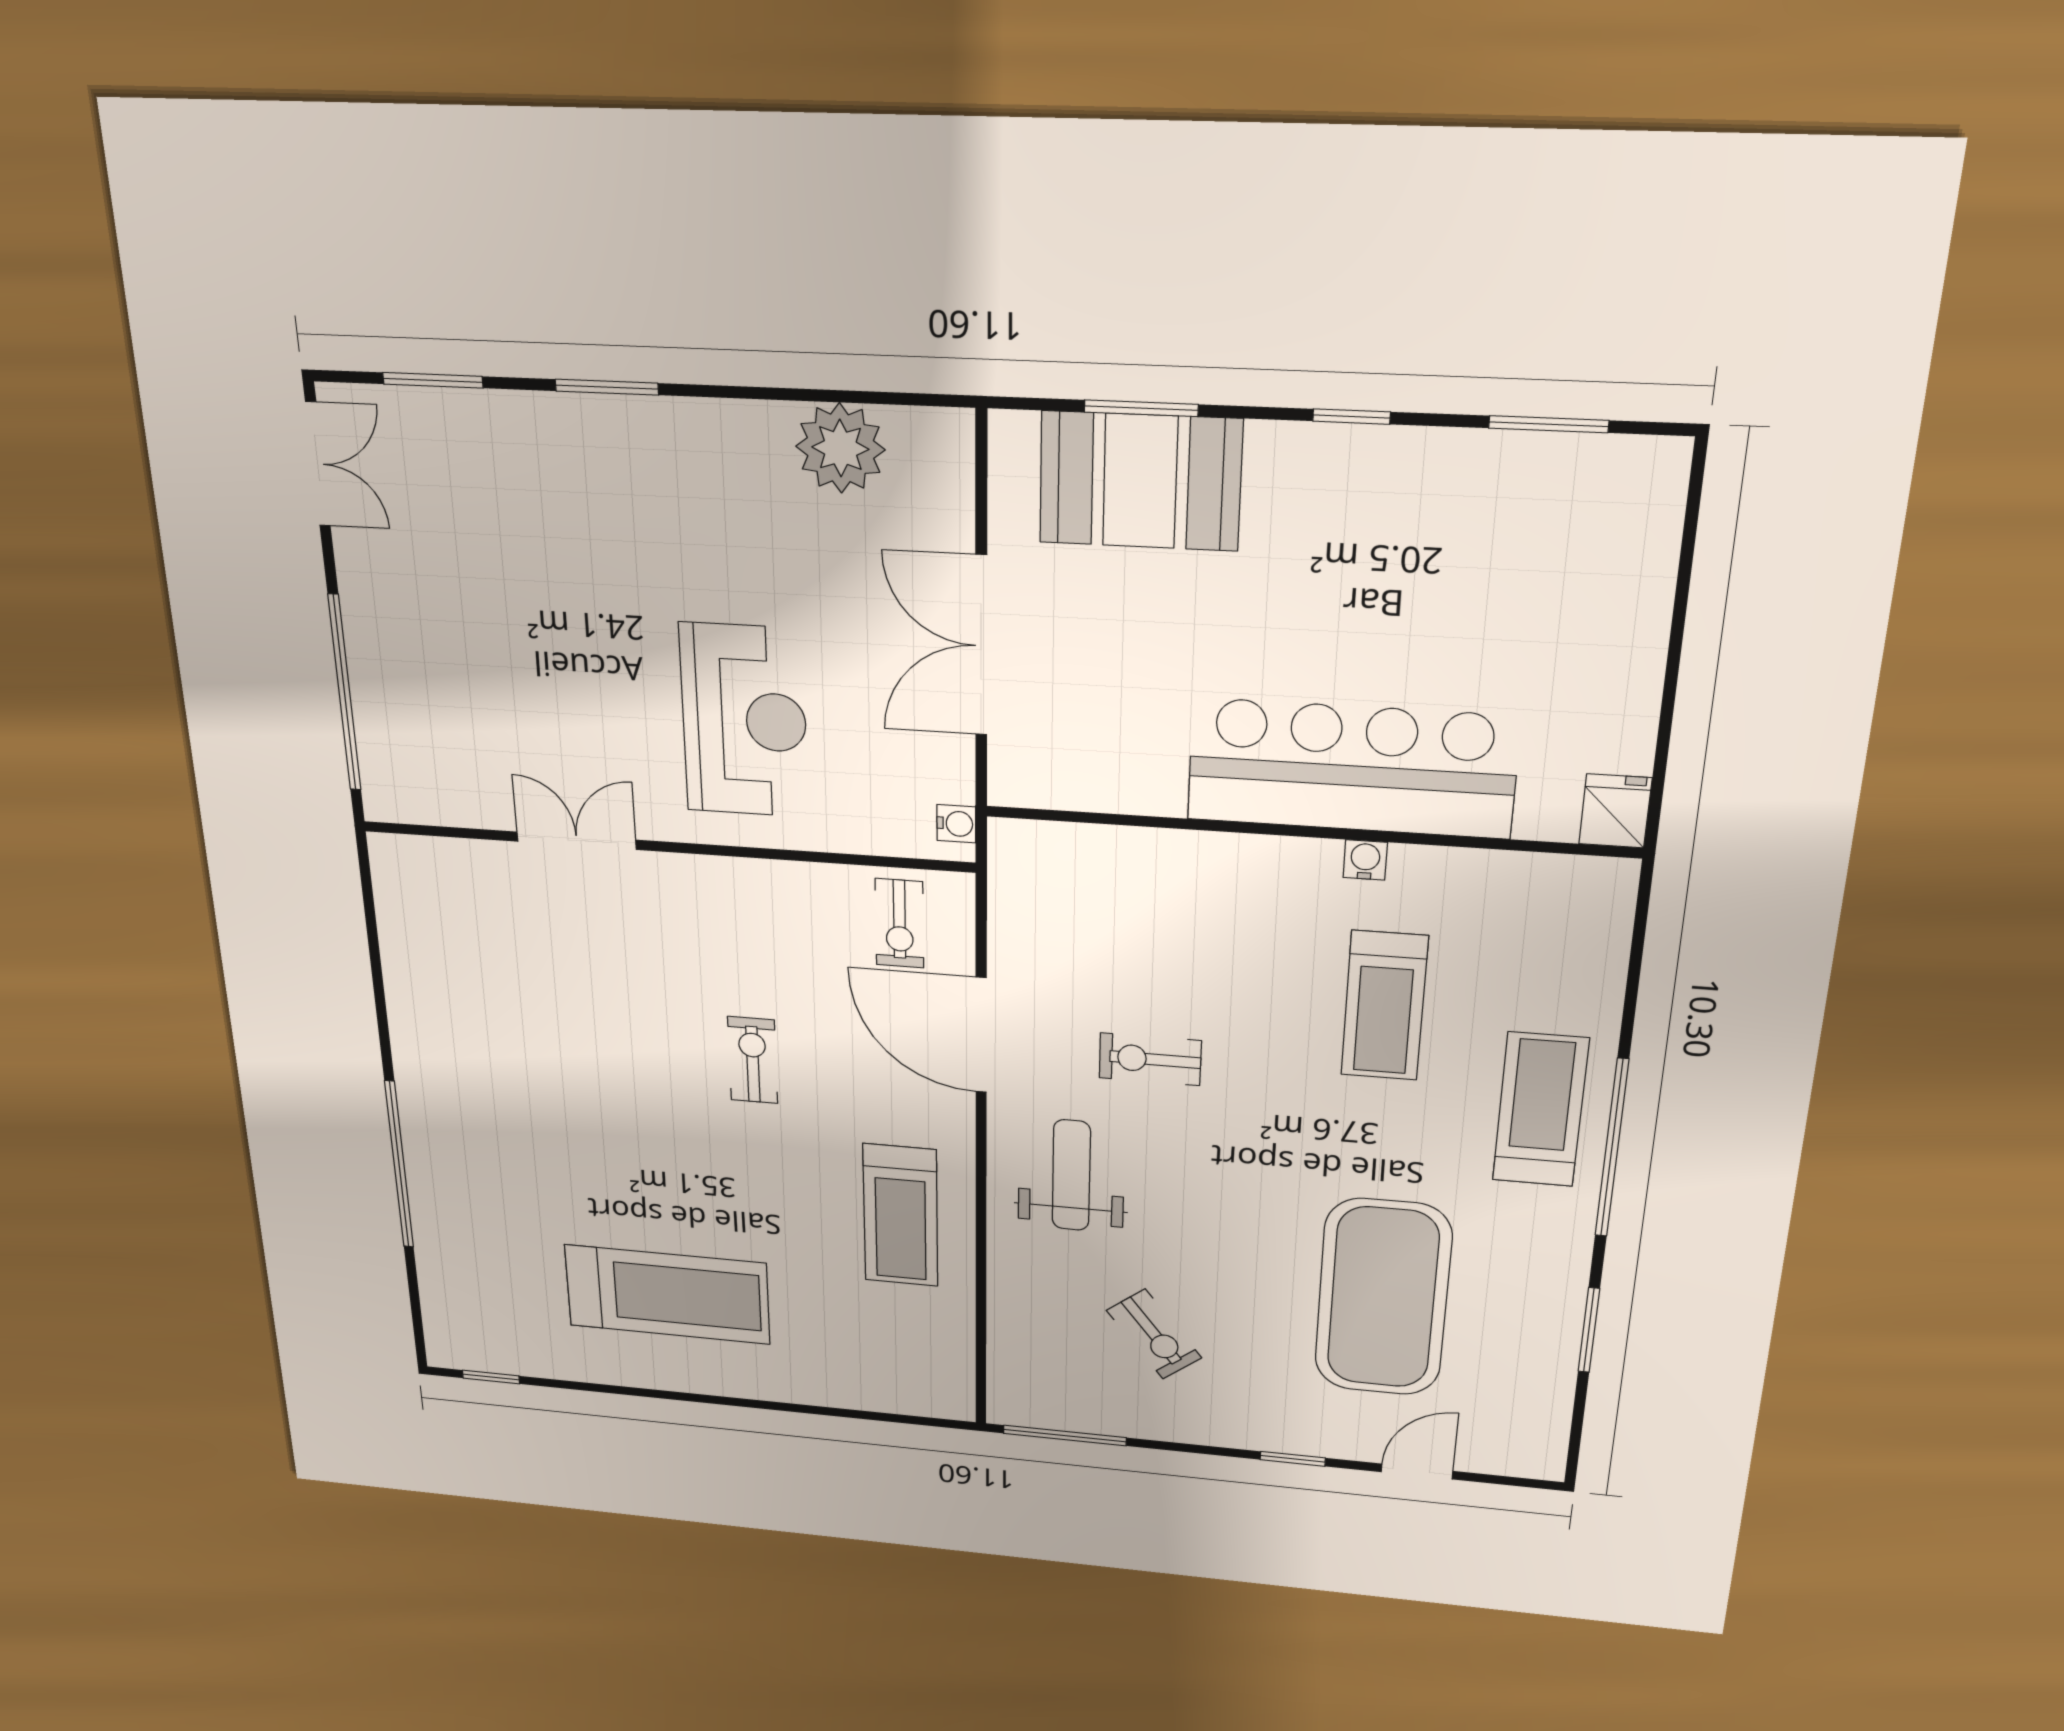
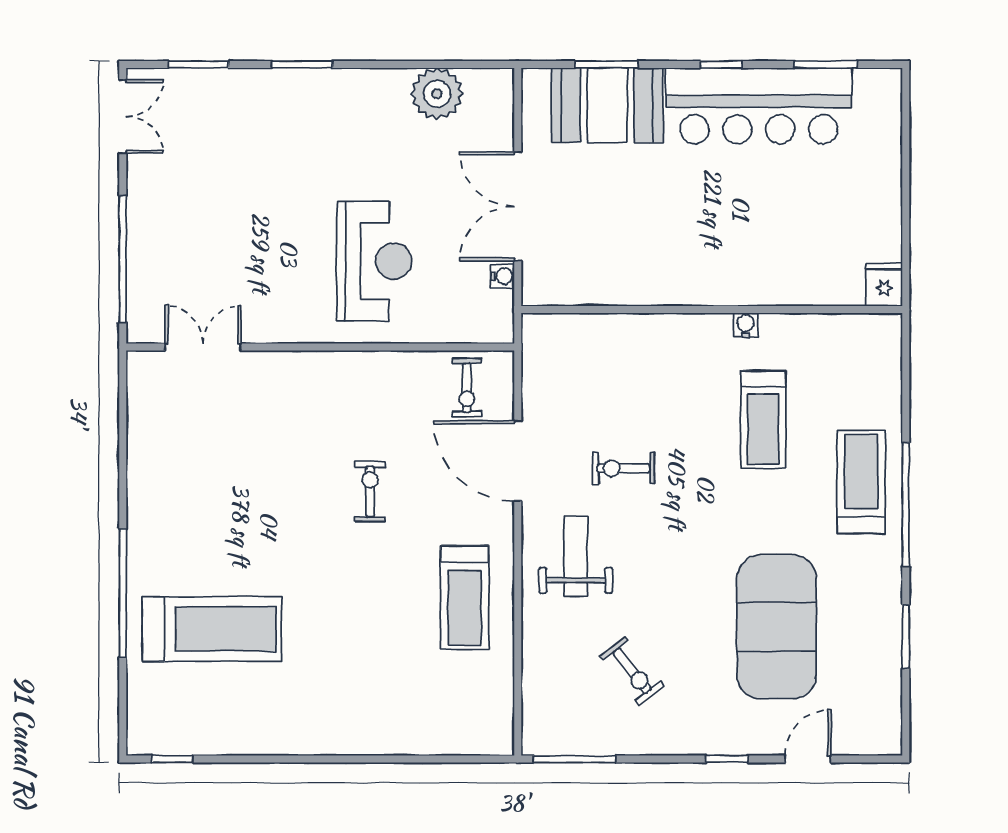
bar counter: (1352, 768) -> (759, 106), moved, turned 180
water cooler: (956, 824) -> (503, 276), moved
double door: (576, 841) -> (203, 347), moved
treadmill: (667, 1294) -> (212, 629), moved

